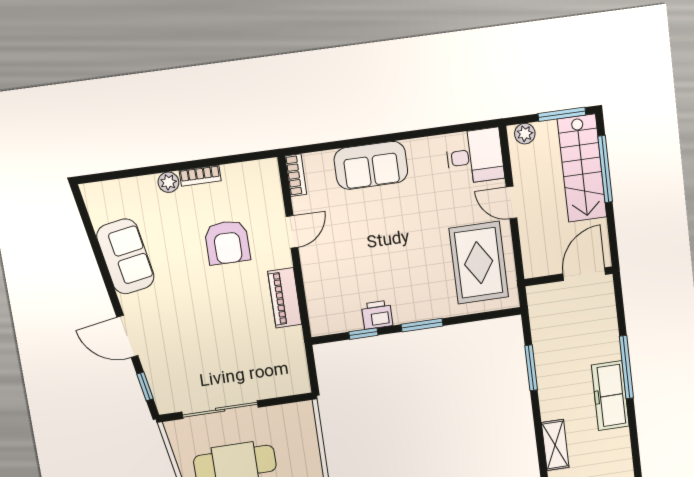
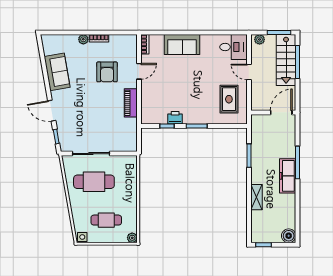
rug: (479, 263) -> (229, 99), width x0.73, depth x0.70

